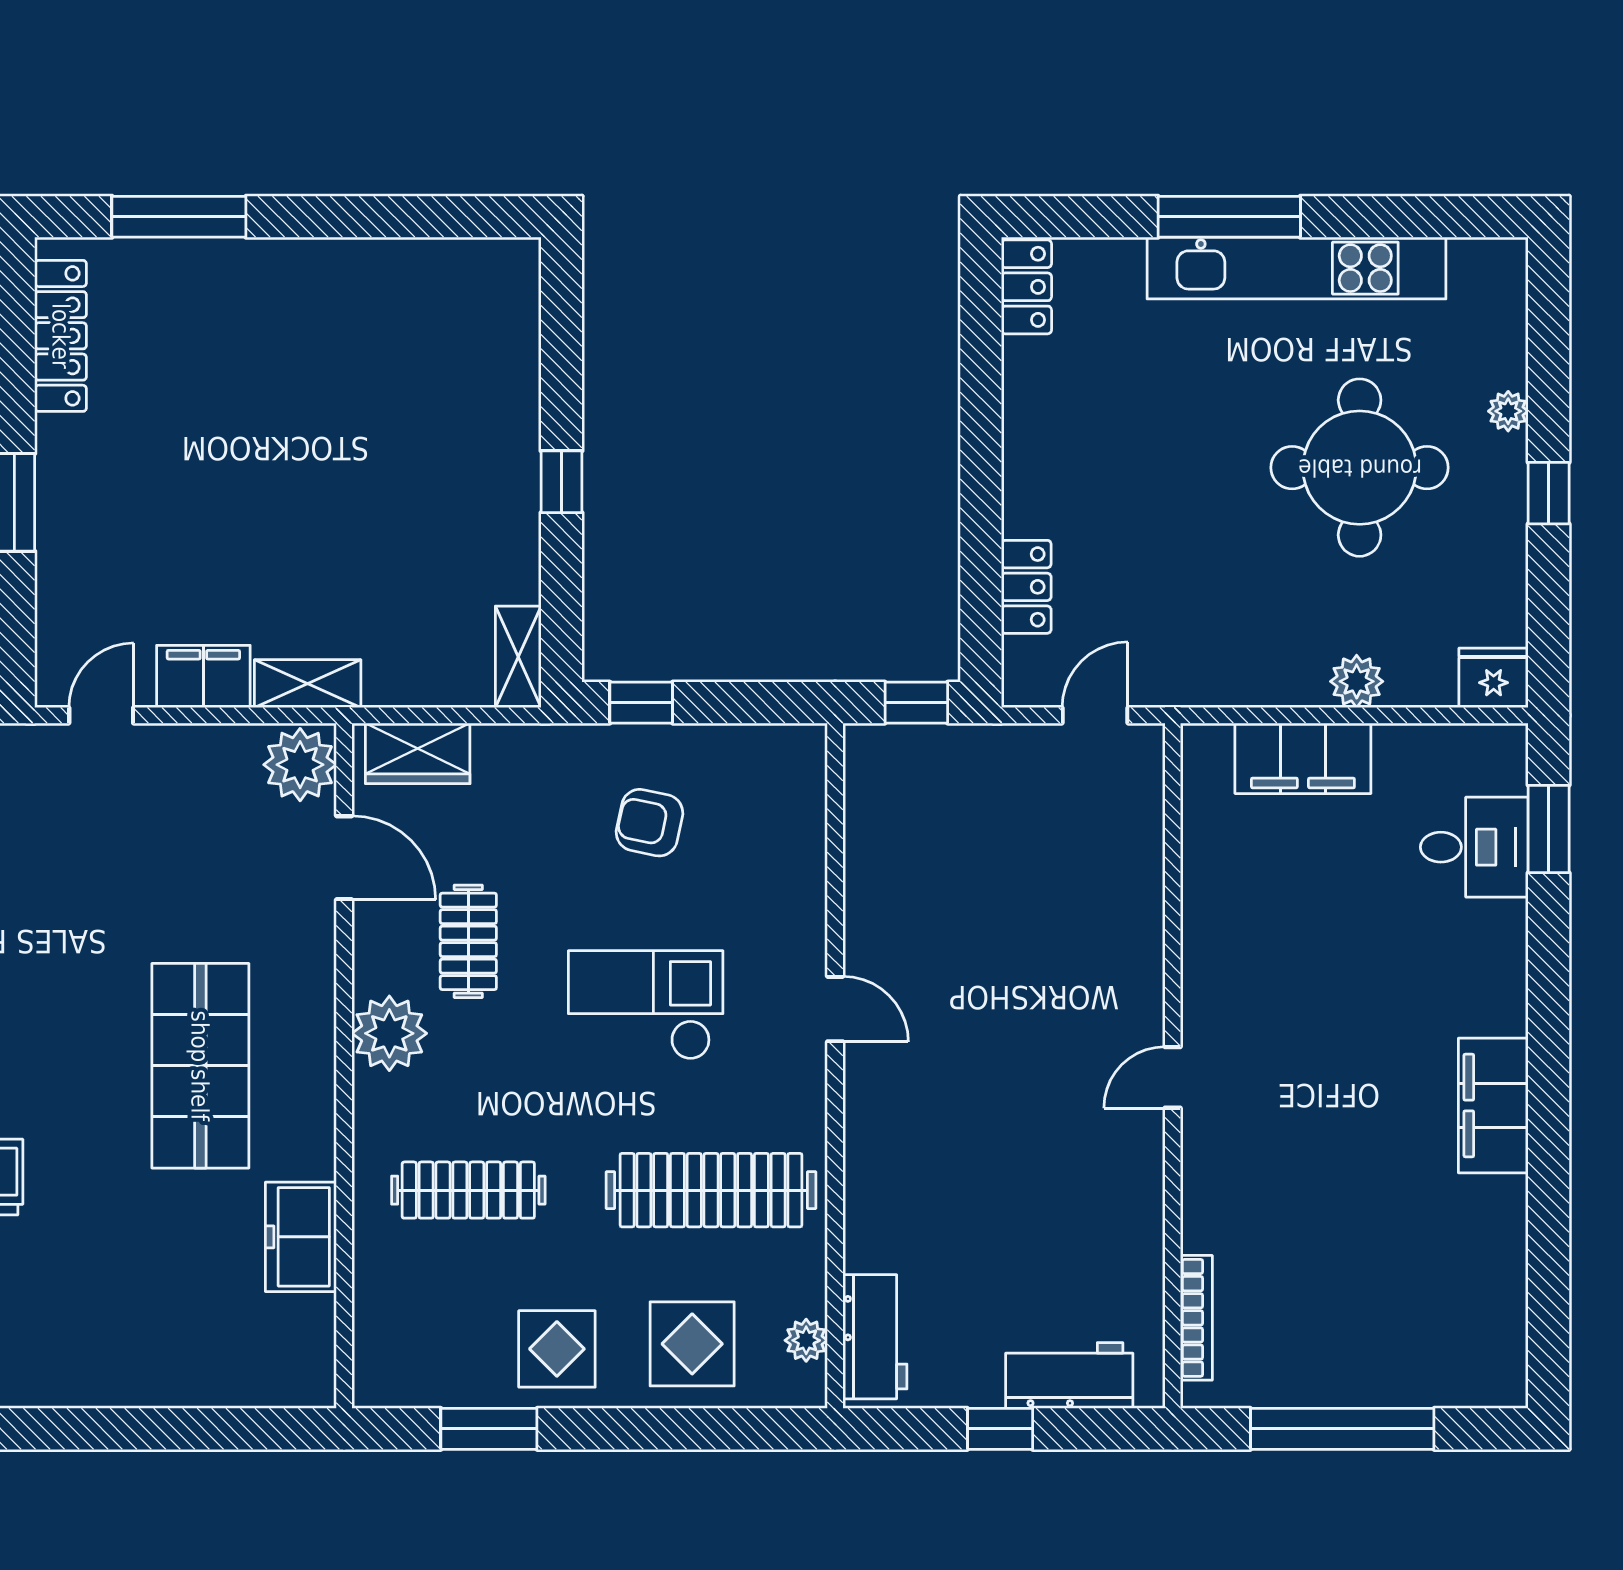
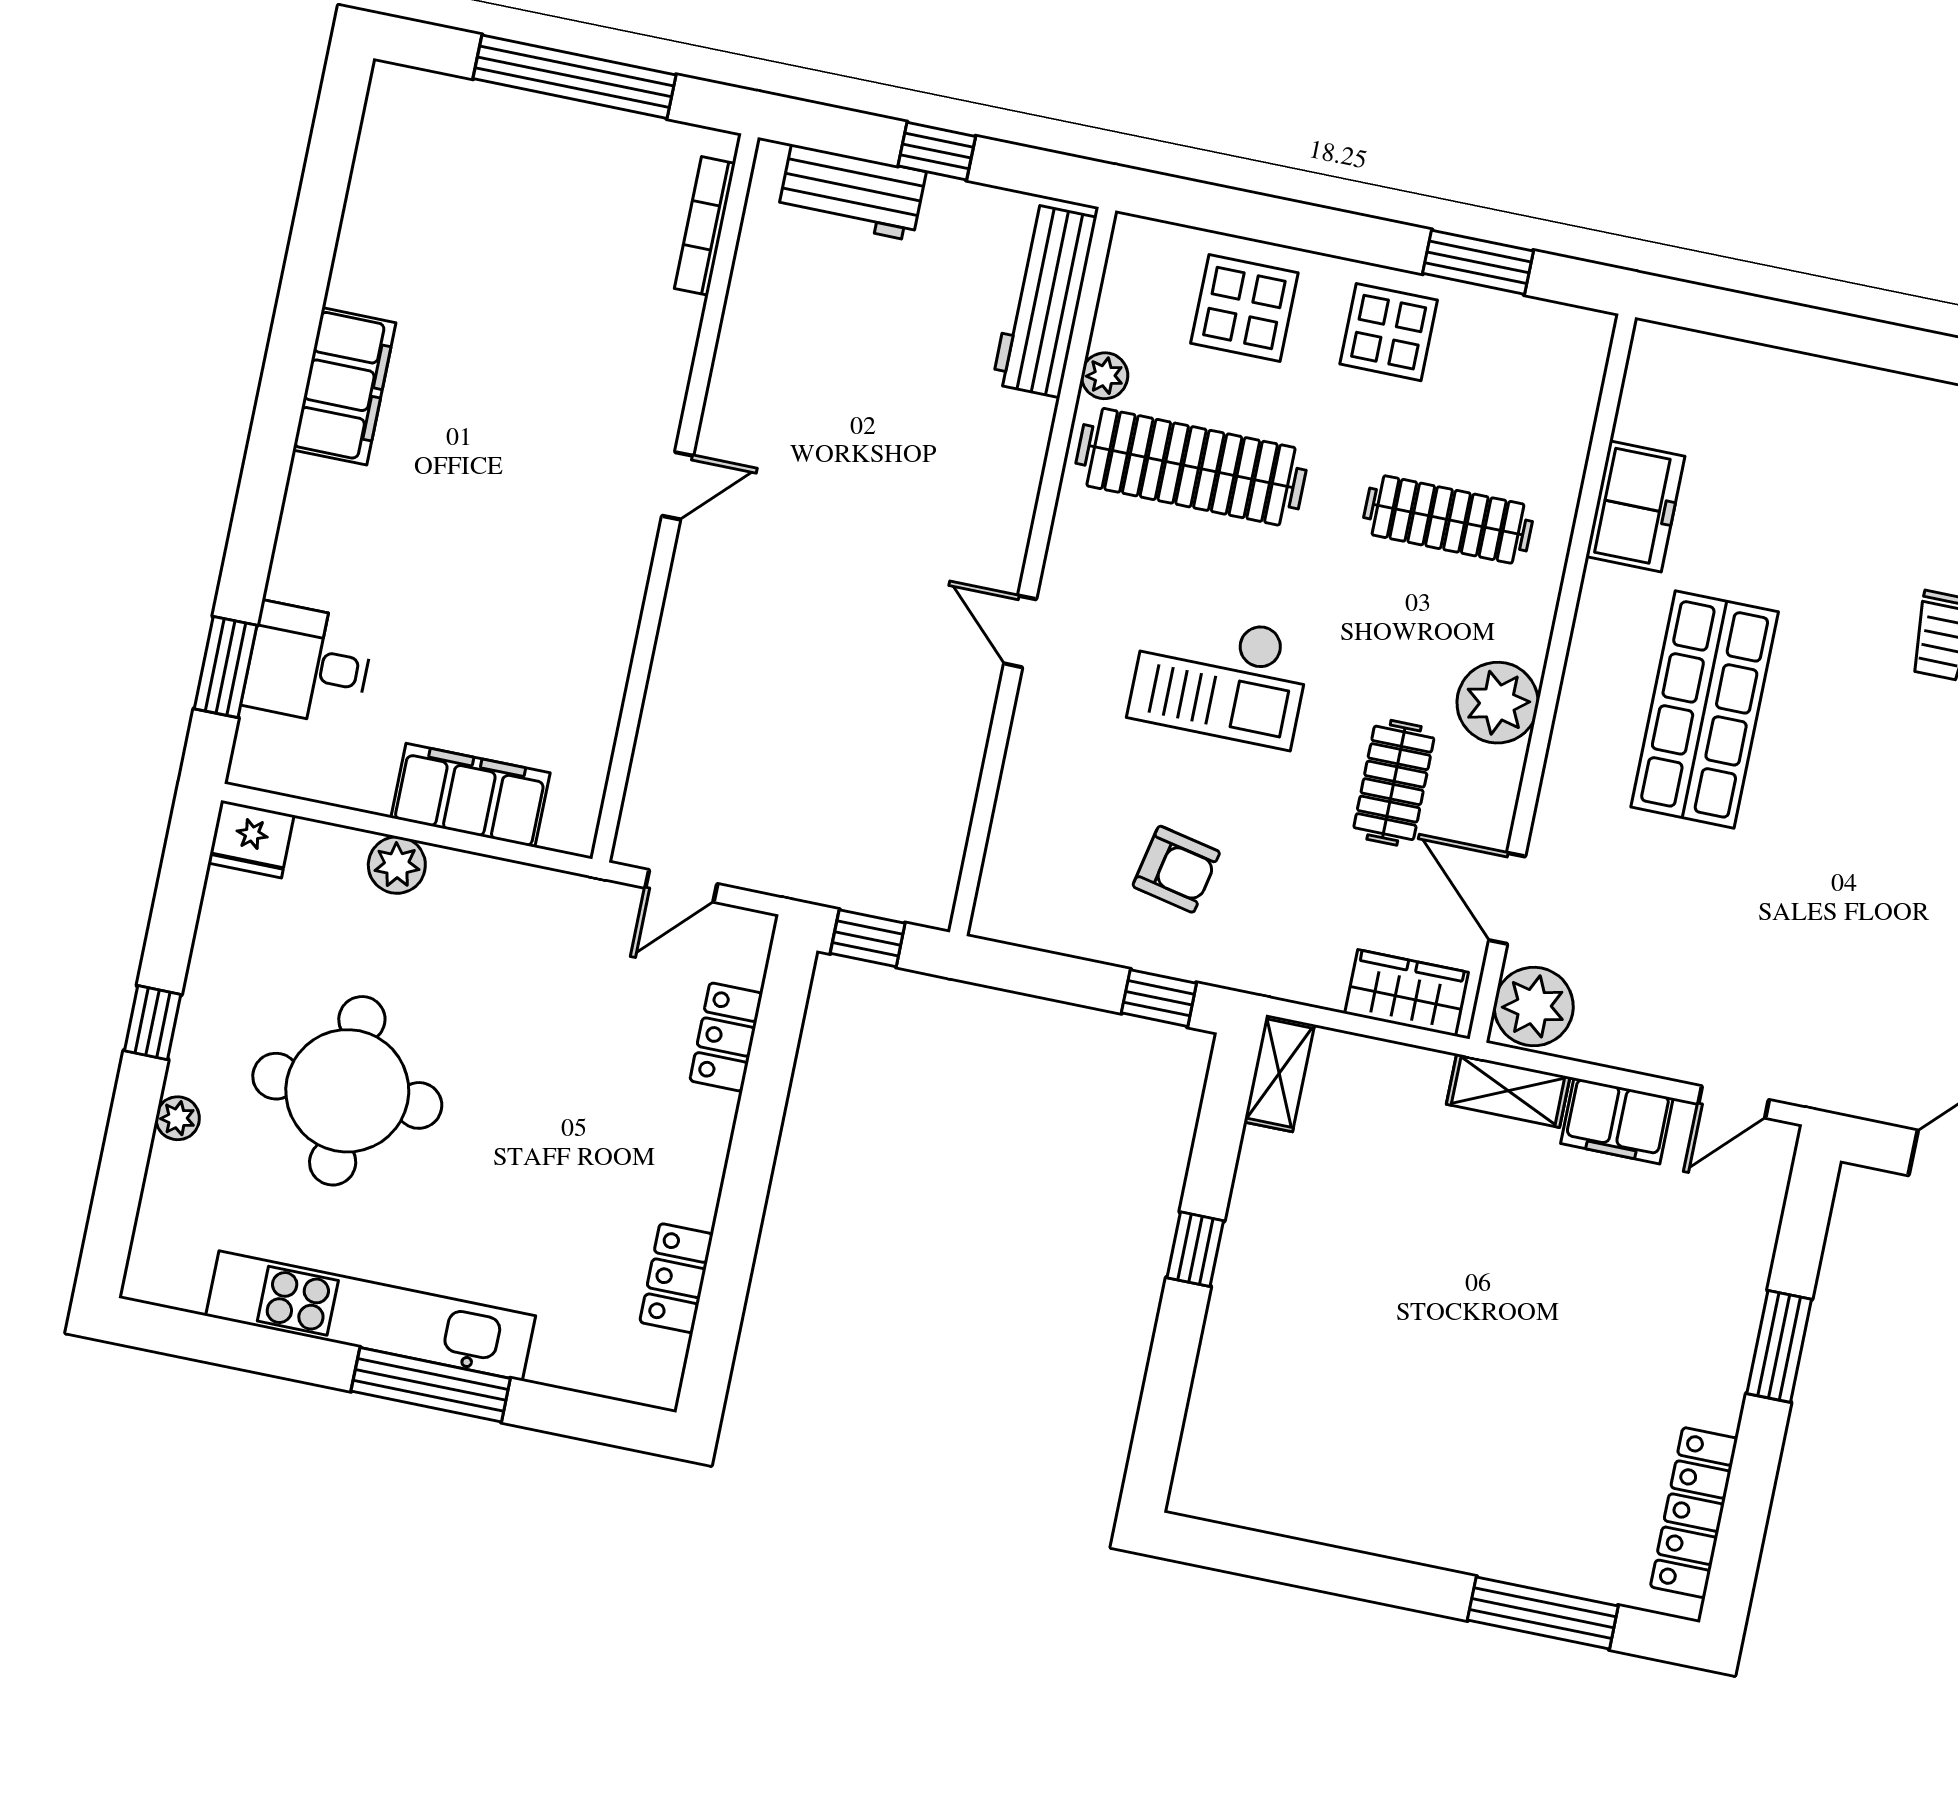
locker: (1026, 287) -> (676, 1278), moved
workbench: (875, 1337) -> (1044, 300), width x1.38
plant: (806, 1340) -> (1105, 376), moved

